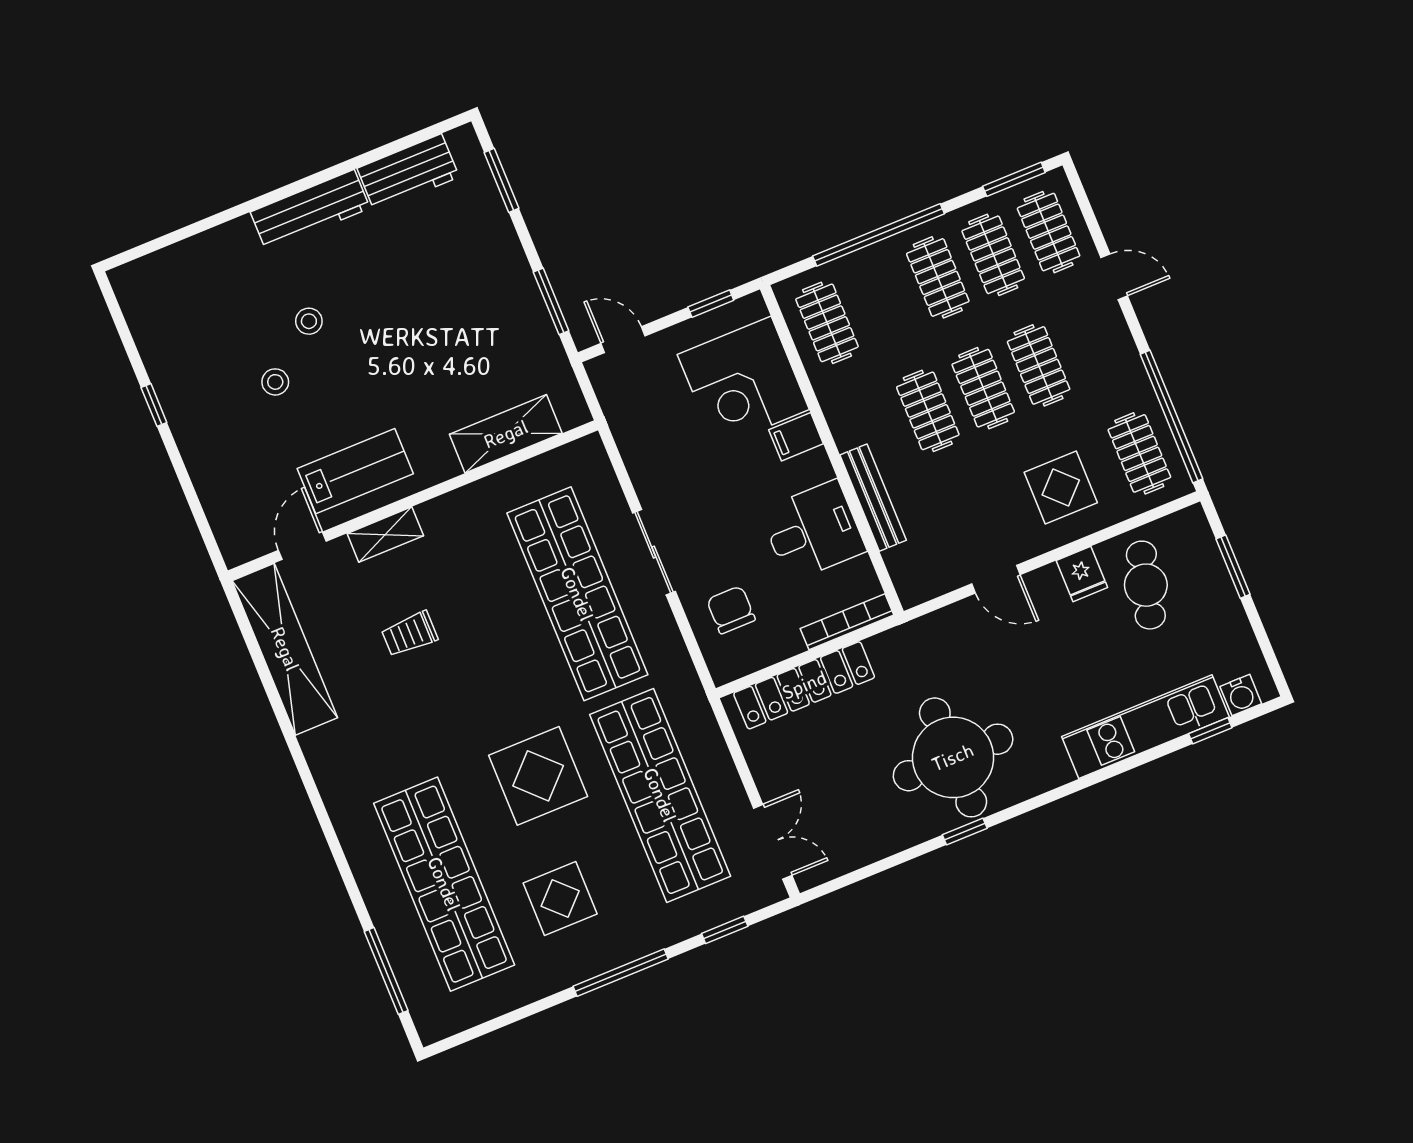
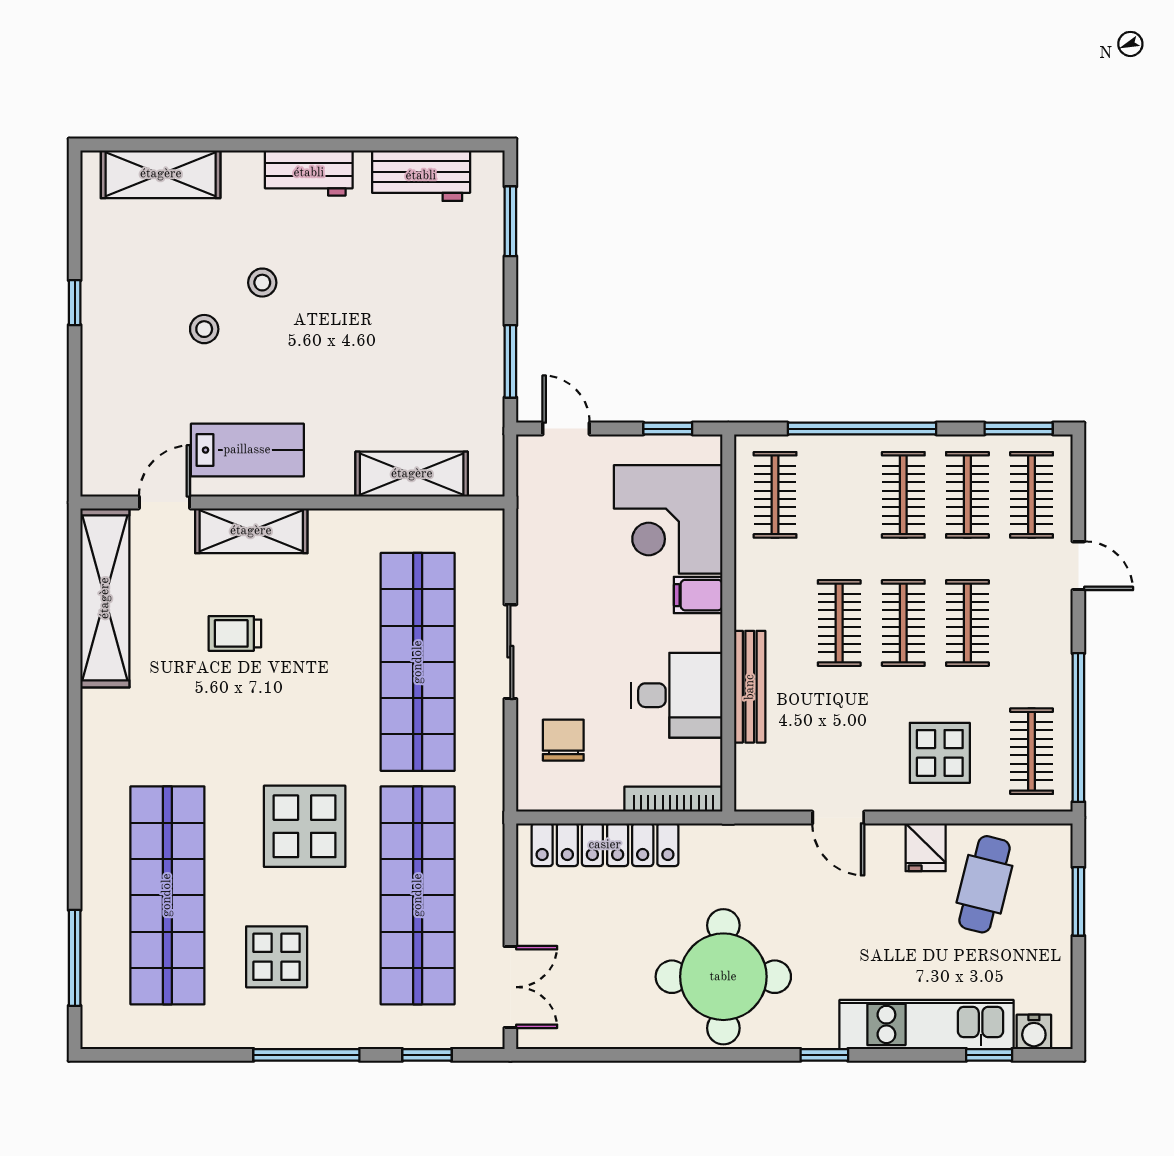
workbench: (310, 210) -> (309, 173), width x0.73
shelving: (183, 264) -> (161, 174), added
shelving: (385, 535) -> (251, 531), width x1.50, depth x1.33
window: (965, 831) -> (824, 1055), moved

